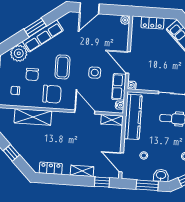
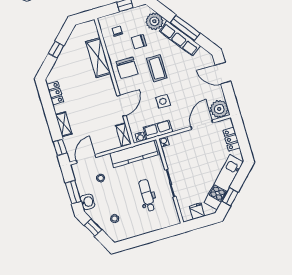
plant: (125, 20) -> (219, 109), width x1.88, depth x1.88
window: (35, 27) -> (185, 28), width x1.44
door: (128, 62) -> (202, 125), moved
coffee table: (62, 67) -> (157, 68), turned 90

